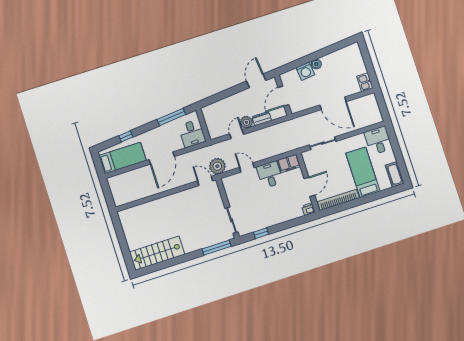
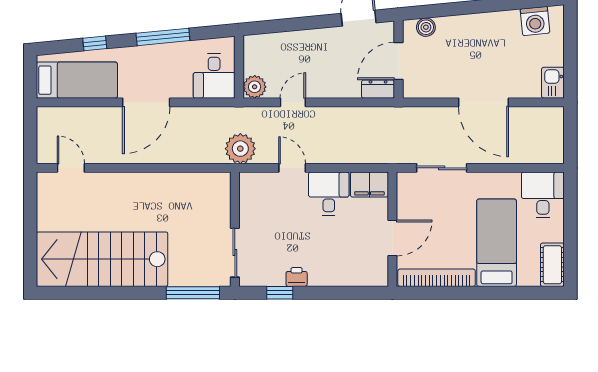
boiler: (316, 64) -> (426, 27), moved
washing machine: (305, 71) -> (535, 21), moved
window: (171, 117) -> (163, 37), moved
dresser: (262, 119) -> (378, 89), moved
plant: (246, 122) -> (255, 87), moved
door: (205, 181) -> (71, 168), moved
printer: (308, 209) -> (297, 277), moved
stairs: (157, 253) -> (102, 259), width x1.36, depth x1.51

